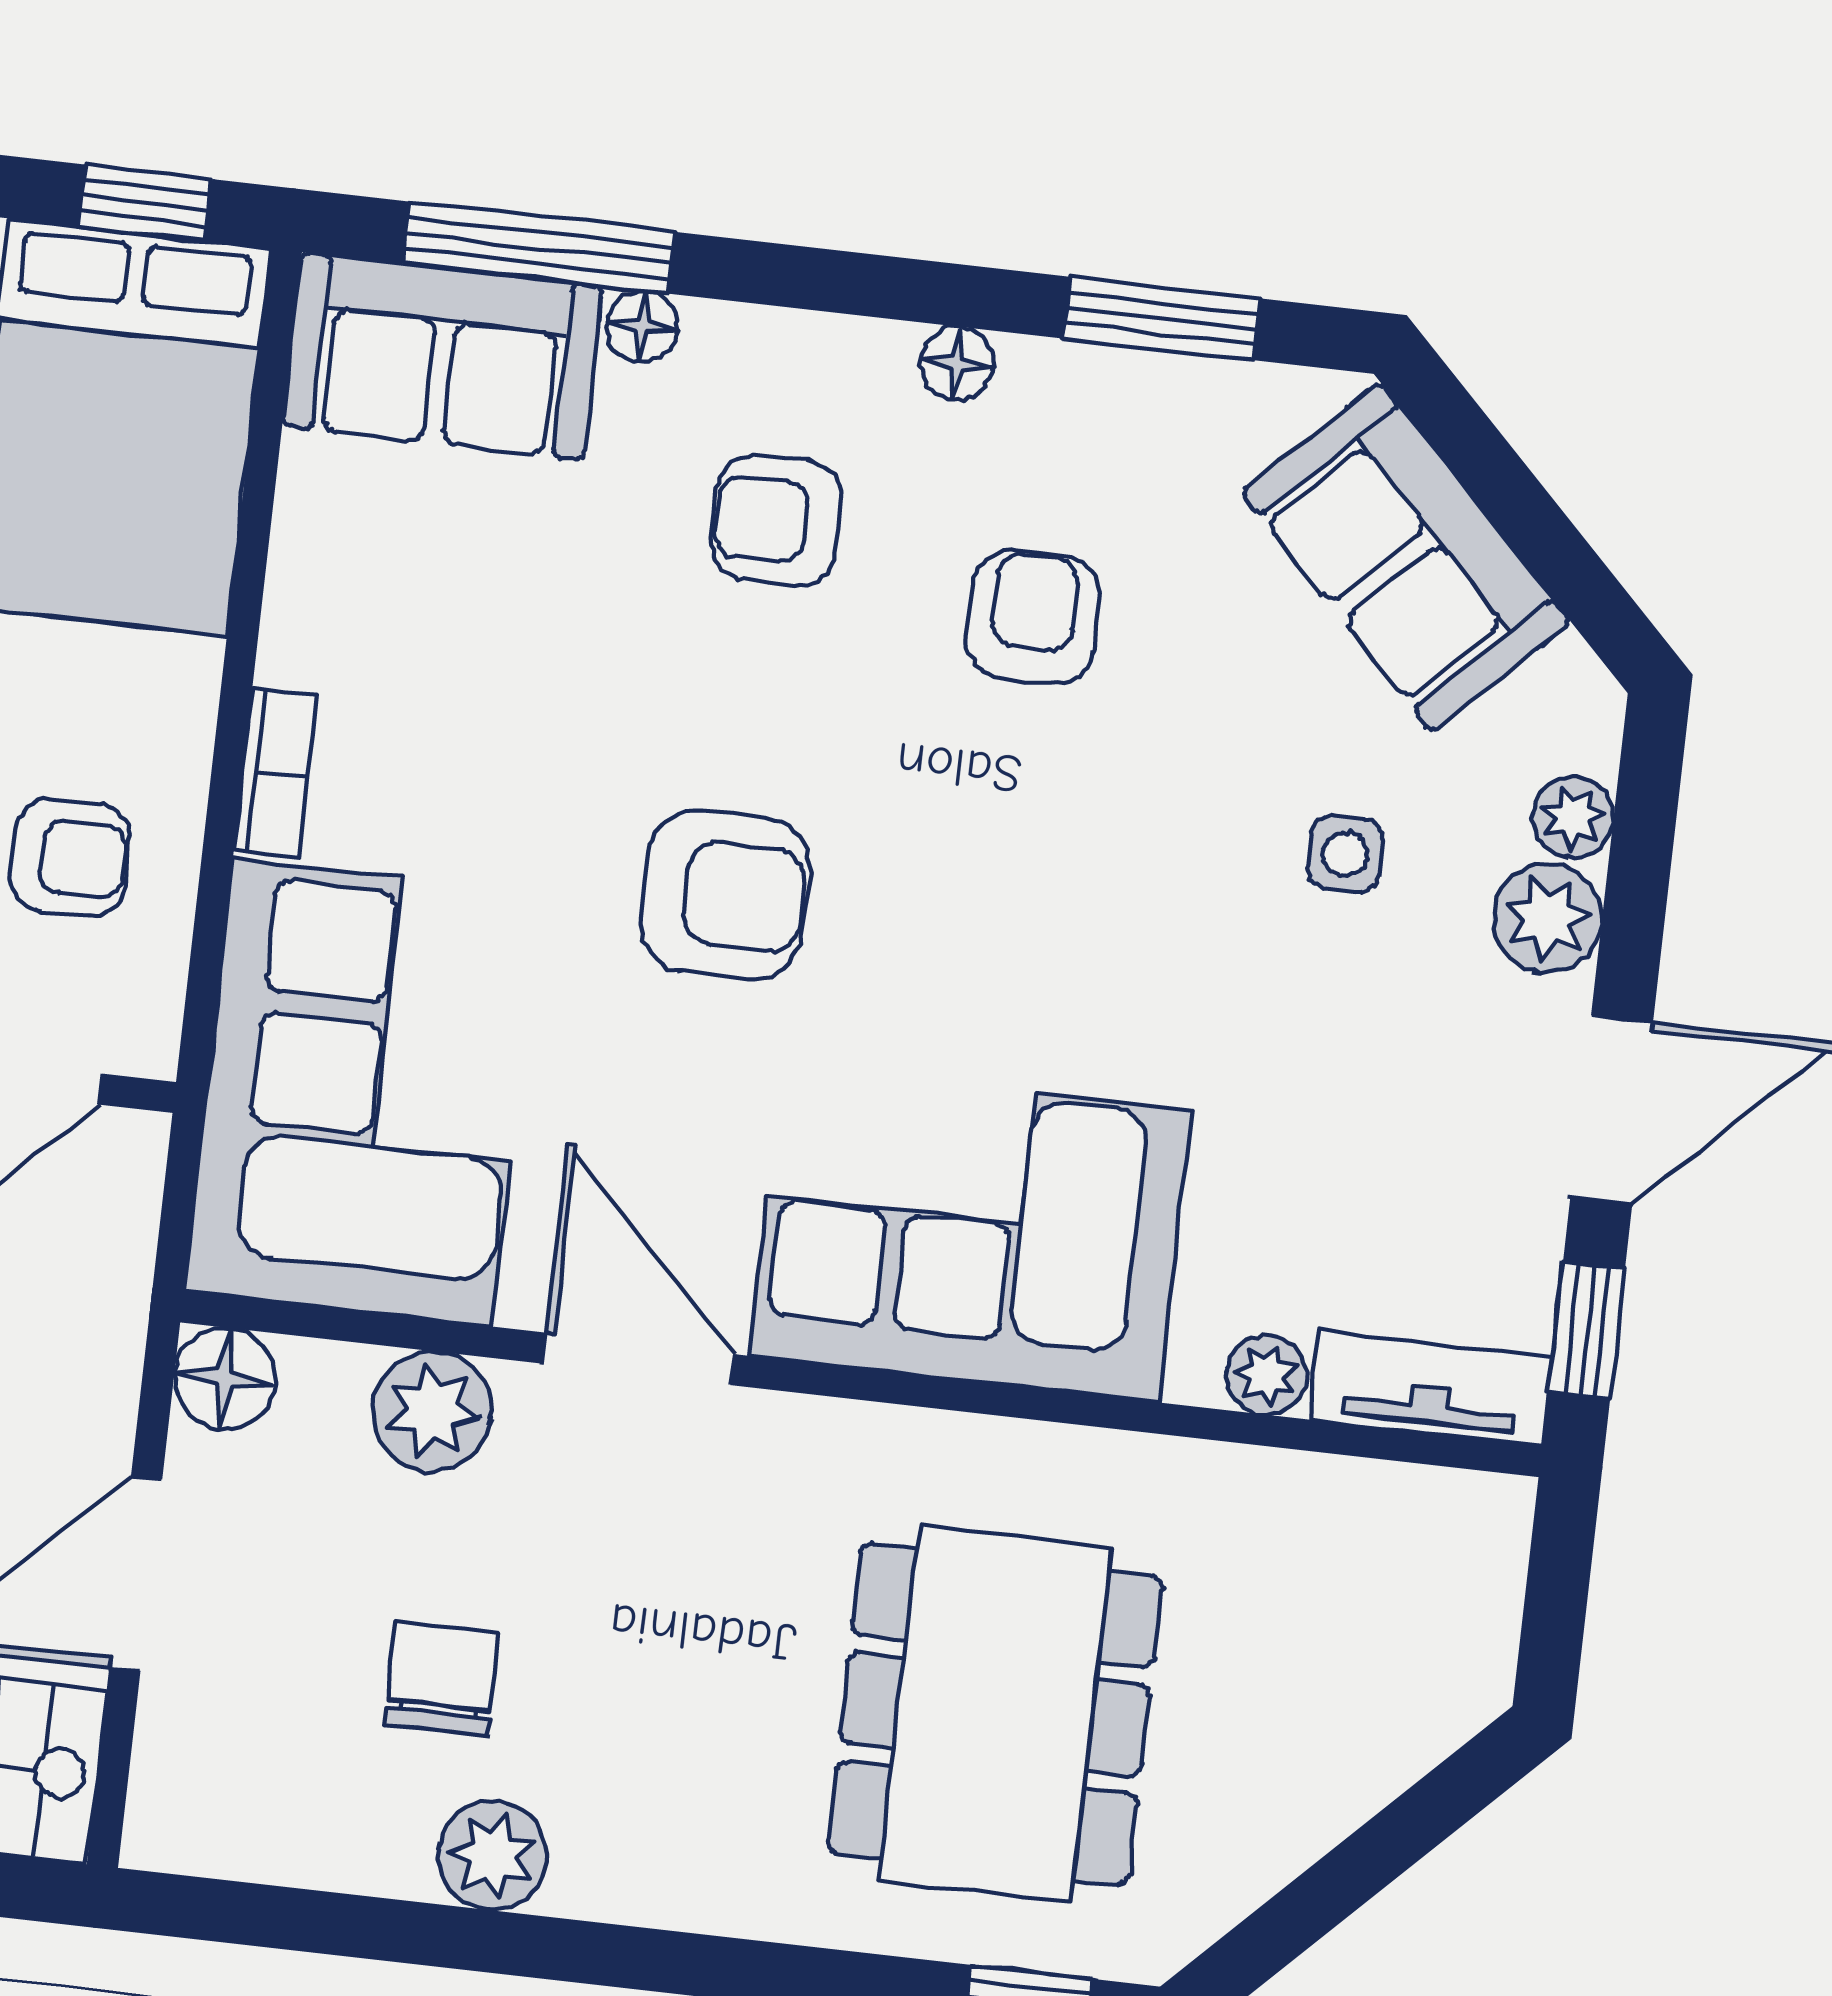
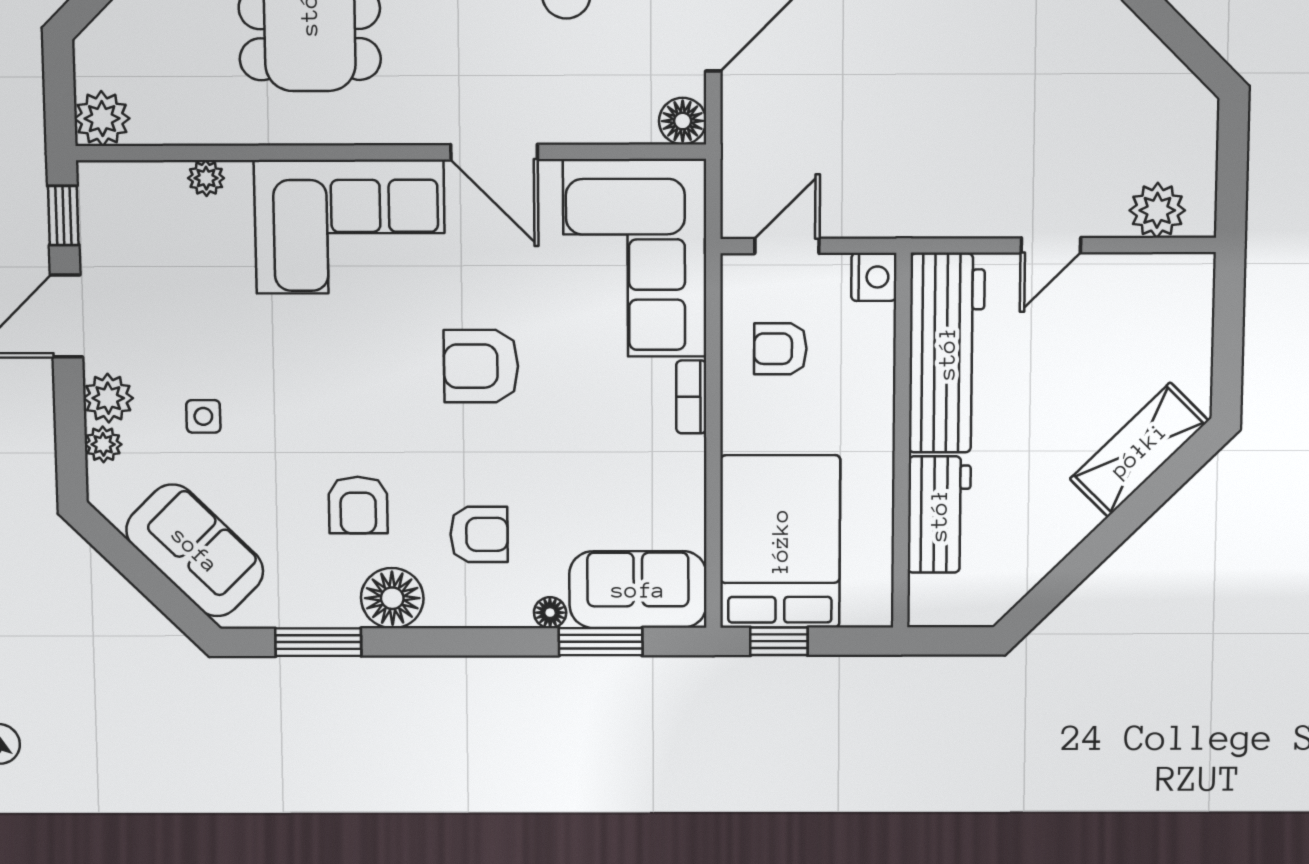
window: (539, 248) -> (601, 642), width x0.69
floor lamp: (957, 363) -> (392, 598), width x1.89, depth x1.89
tv unit: (1431, 1388) -> (130, 181), removed
plant: (432, 1411) -> (102, 119), moved

